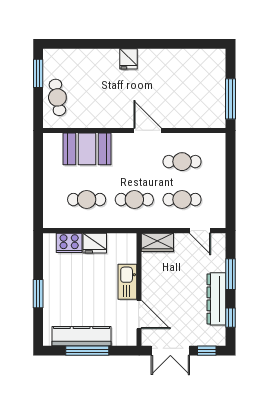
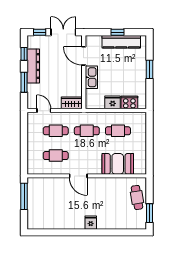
window: (87, 351) -> (118, 32), width x0.46

